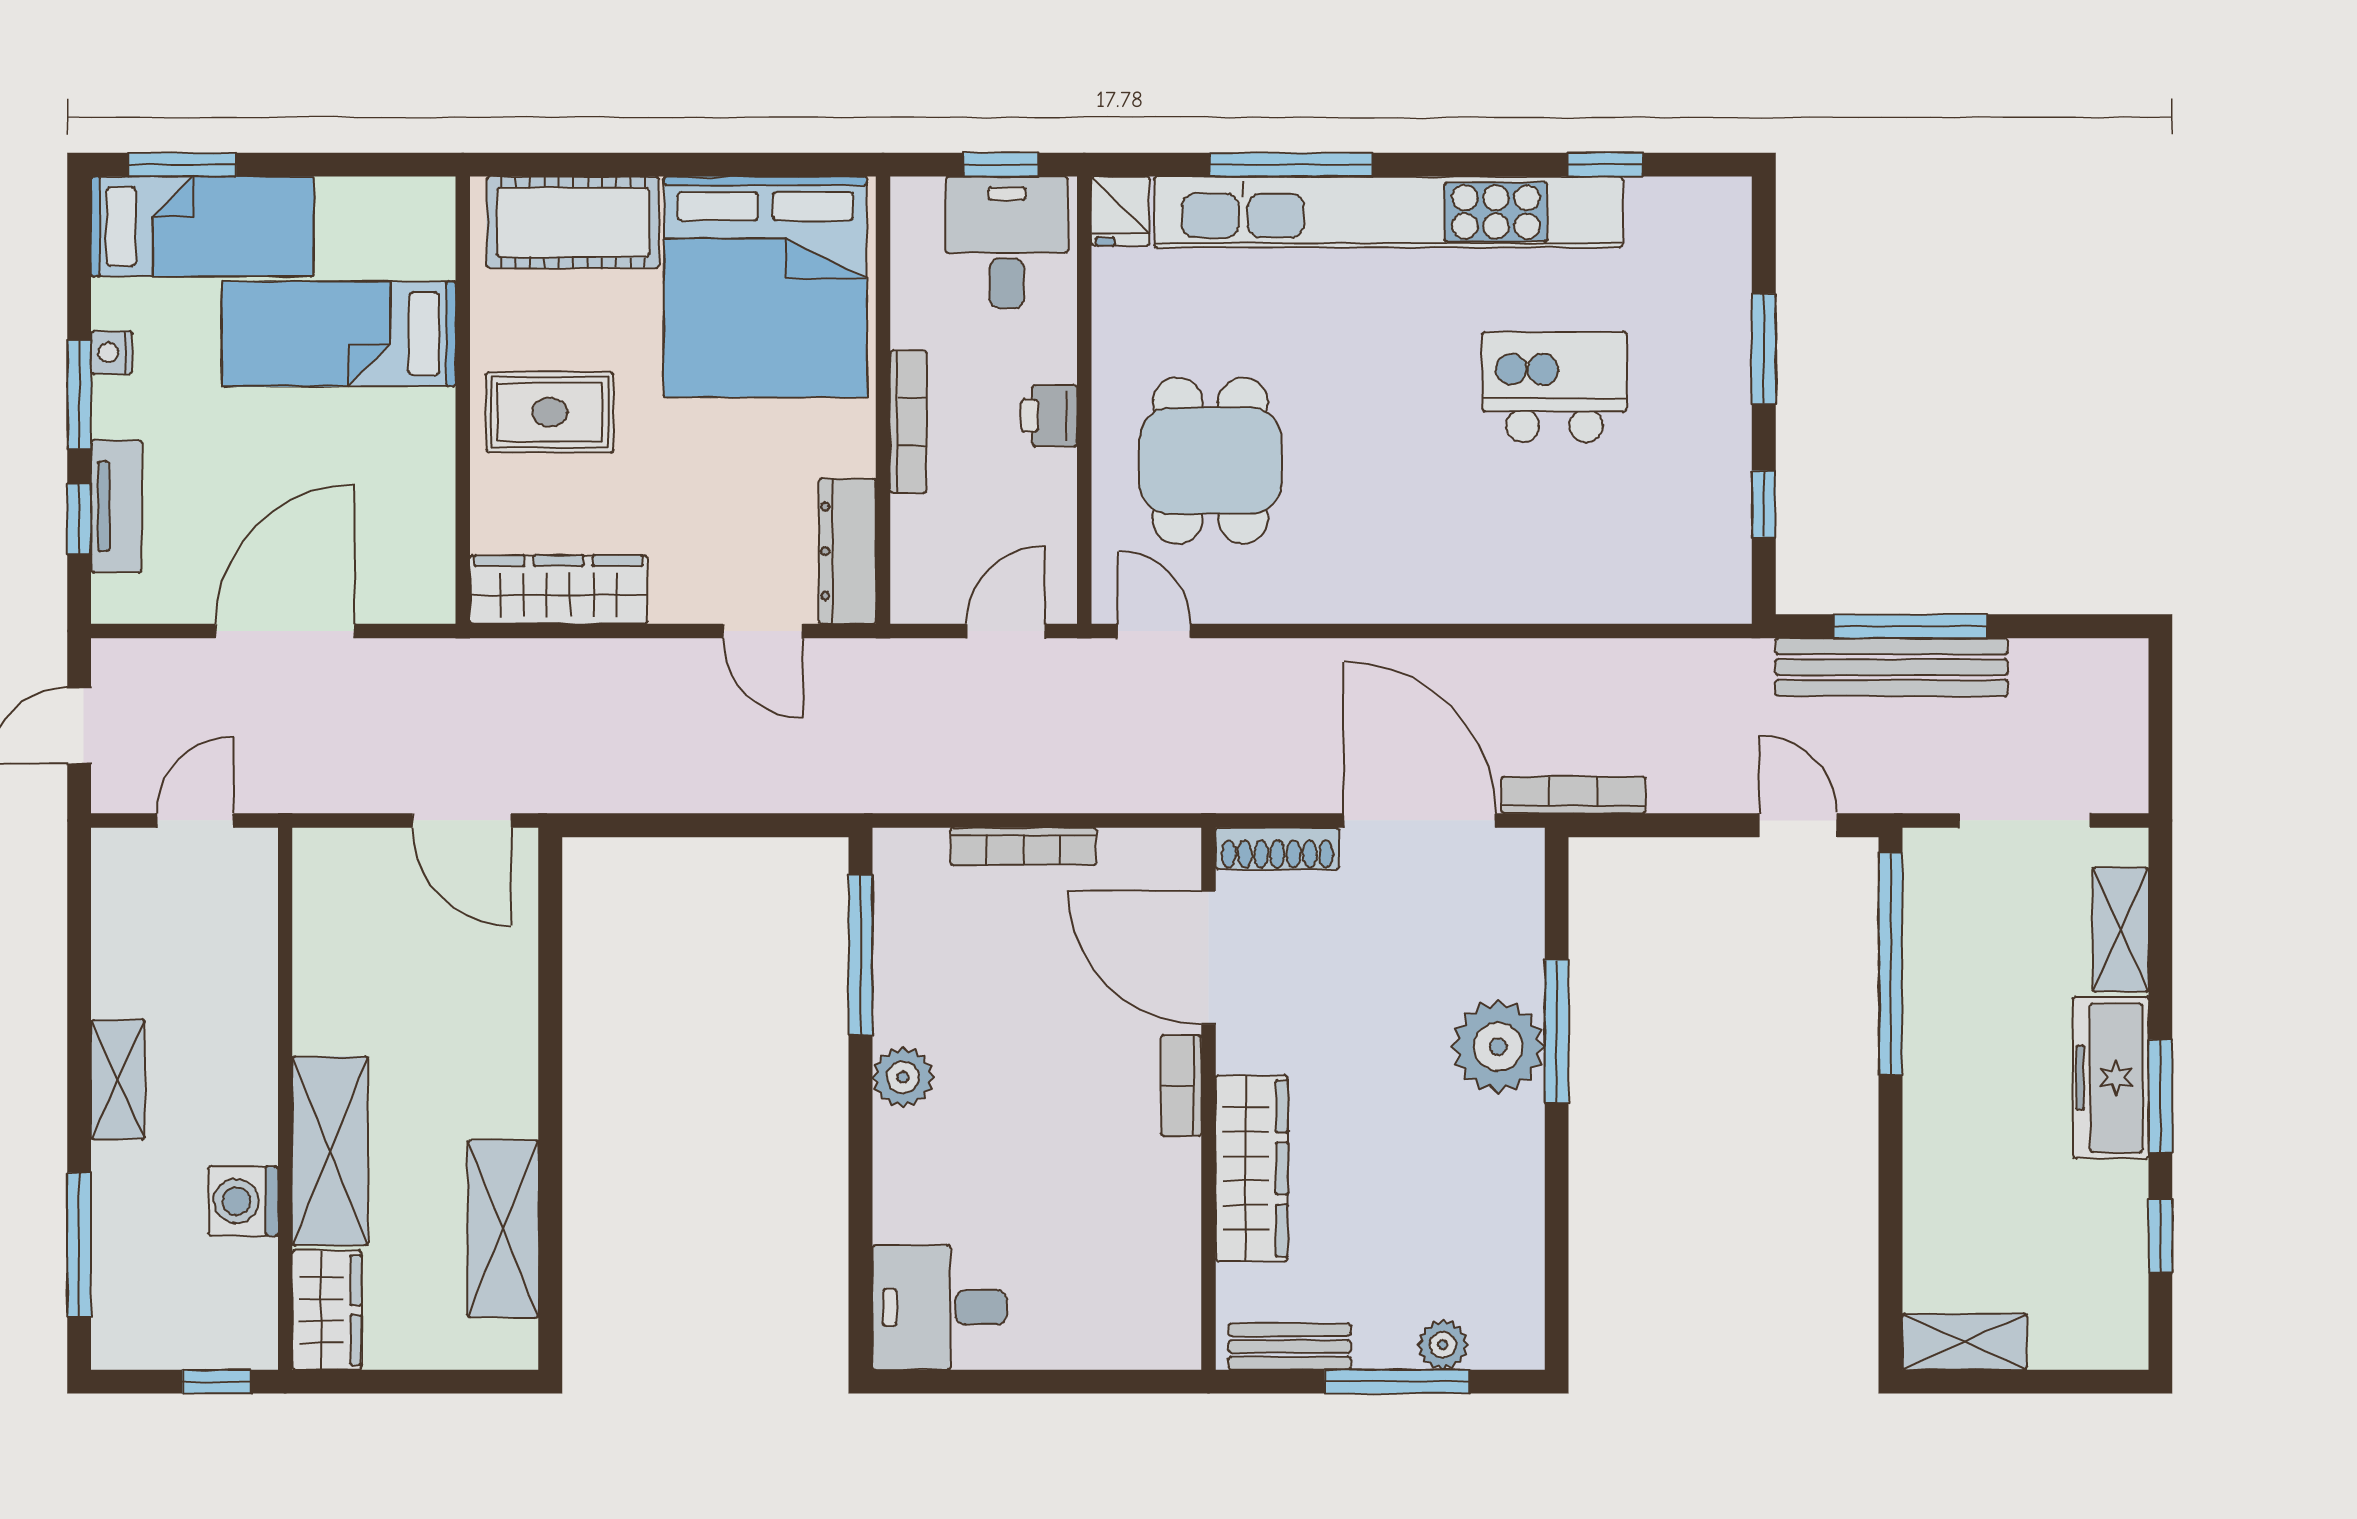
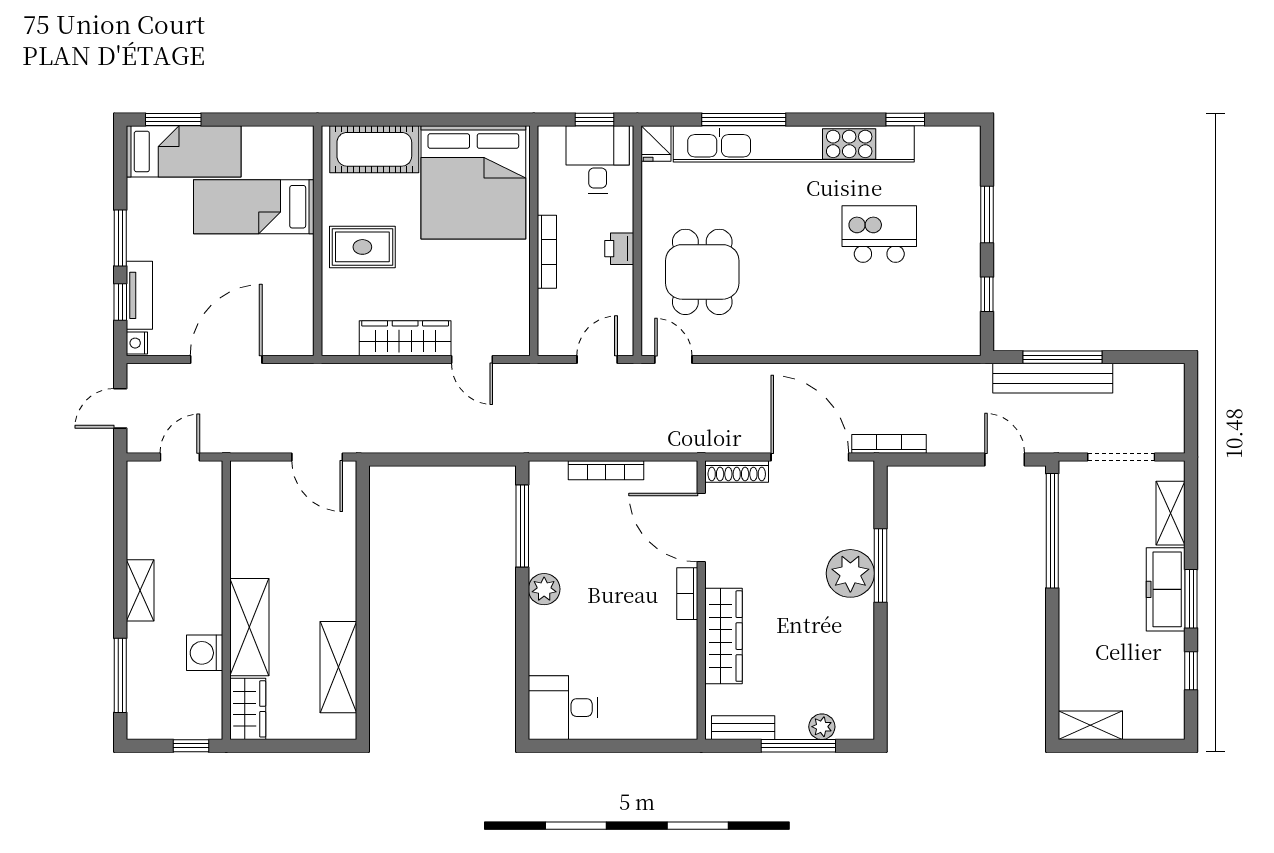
nightstand: (111, 353) -> (137, 343), moved
dresser: (847, 551) -> (516, 319), removed
wardrobe: (559, 590) -> (405, 338), moved

